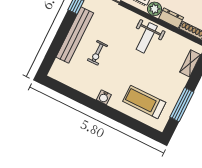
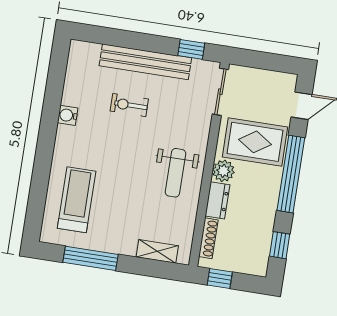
weight bench: (147, 38) -> (175, 173), turned -90
water cooler: (104, 97) -> (68, 115), moved

